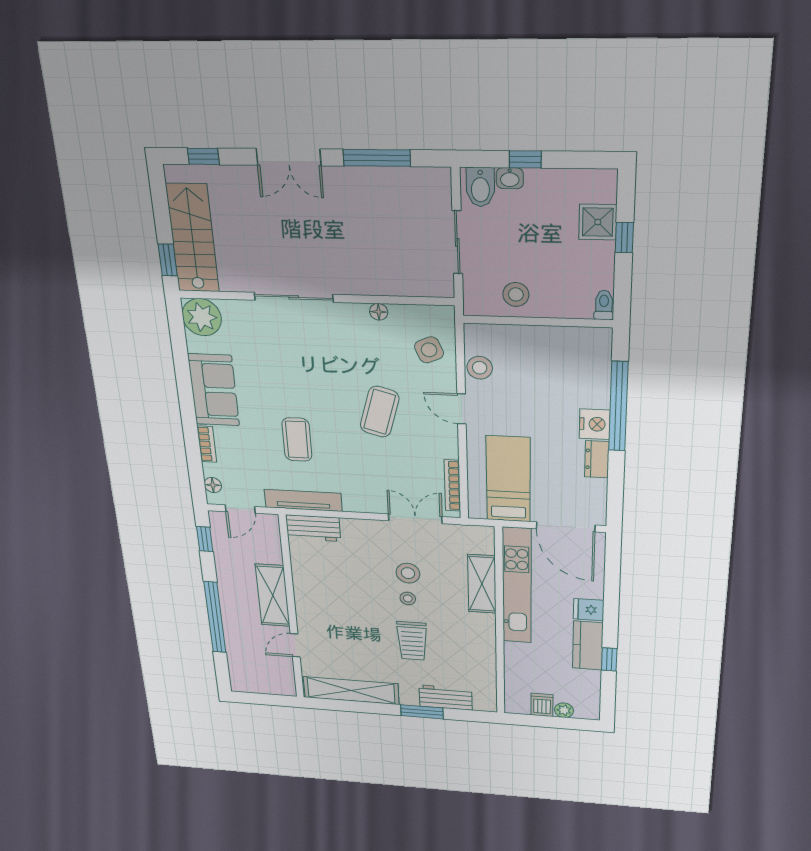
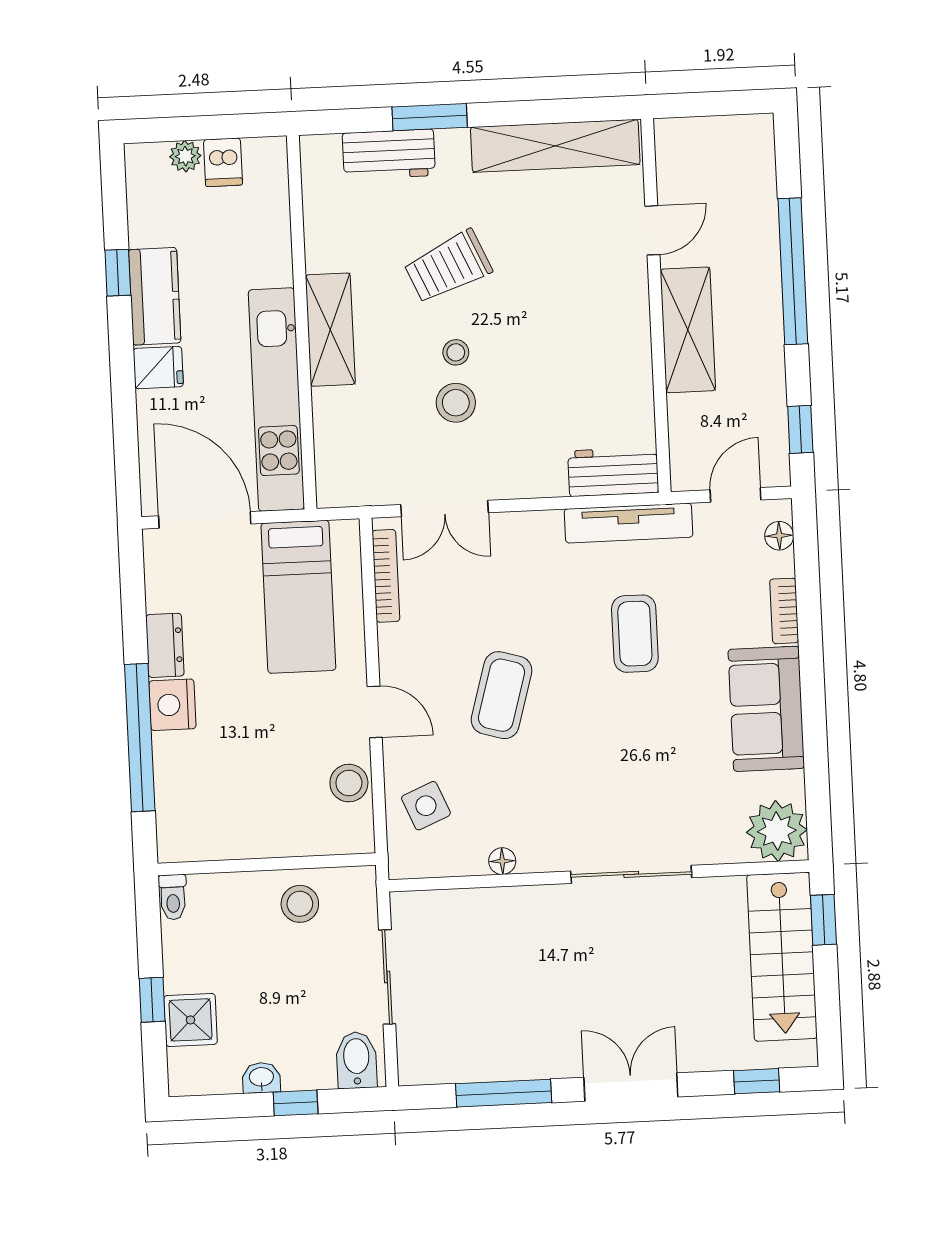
washbasin: (510, 178) -> (261, 1078), moved
shelving: (482, 584) -> (330, 330), moved
trolley: (412, 641) -> (448, 267), turned -114

